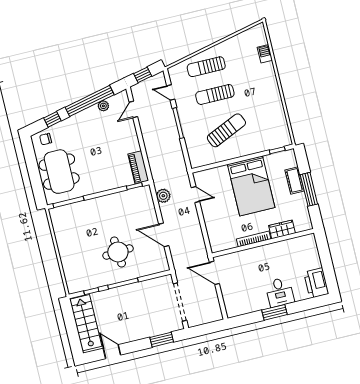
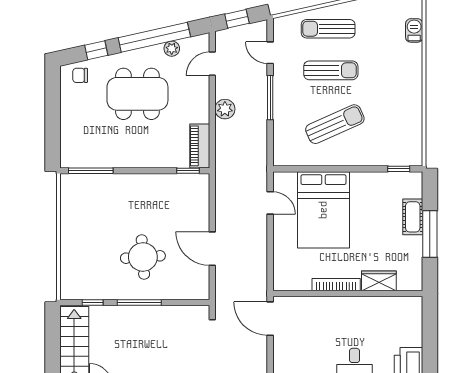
sun lounger: (215, 94) -> (331, 70), turned 180
dining table: (59, 172) -> (137, 94), moved, turned 90
bed: (251, 186) -> (323, 210), moved
plant: (163, 196) -> (225, 109), moved

